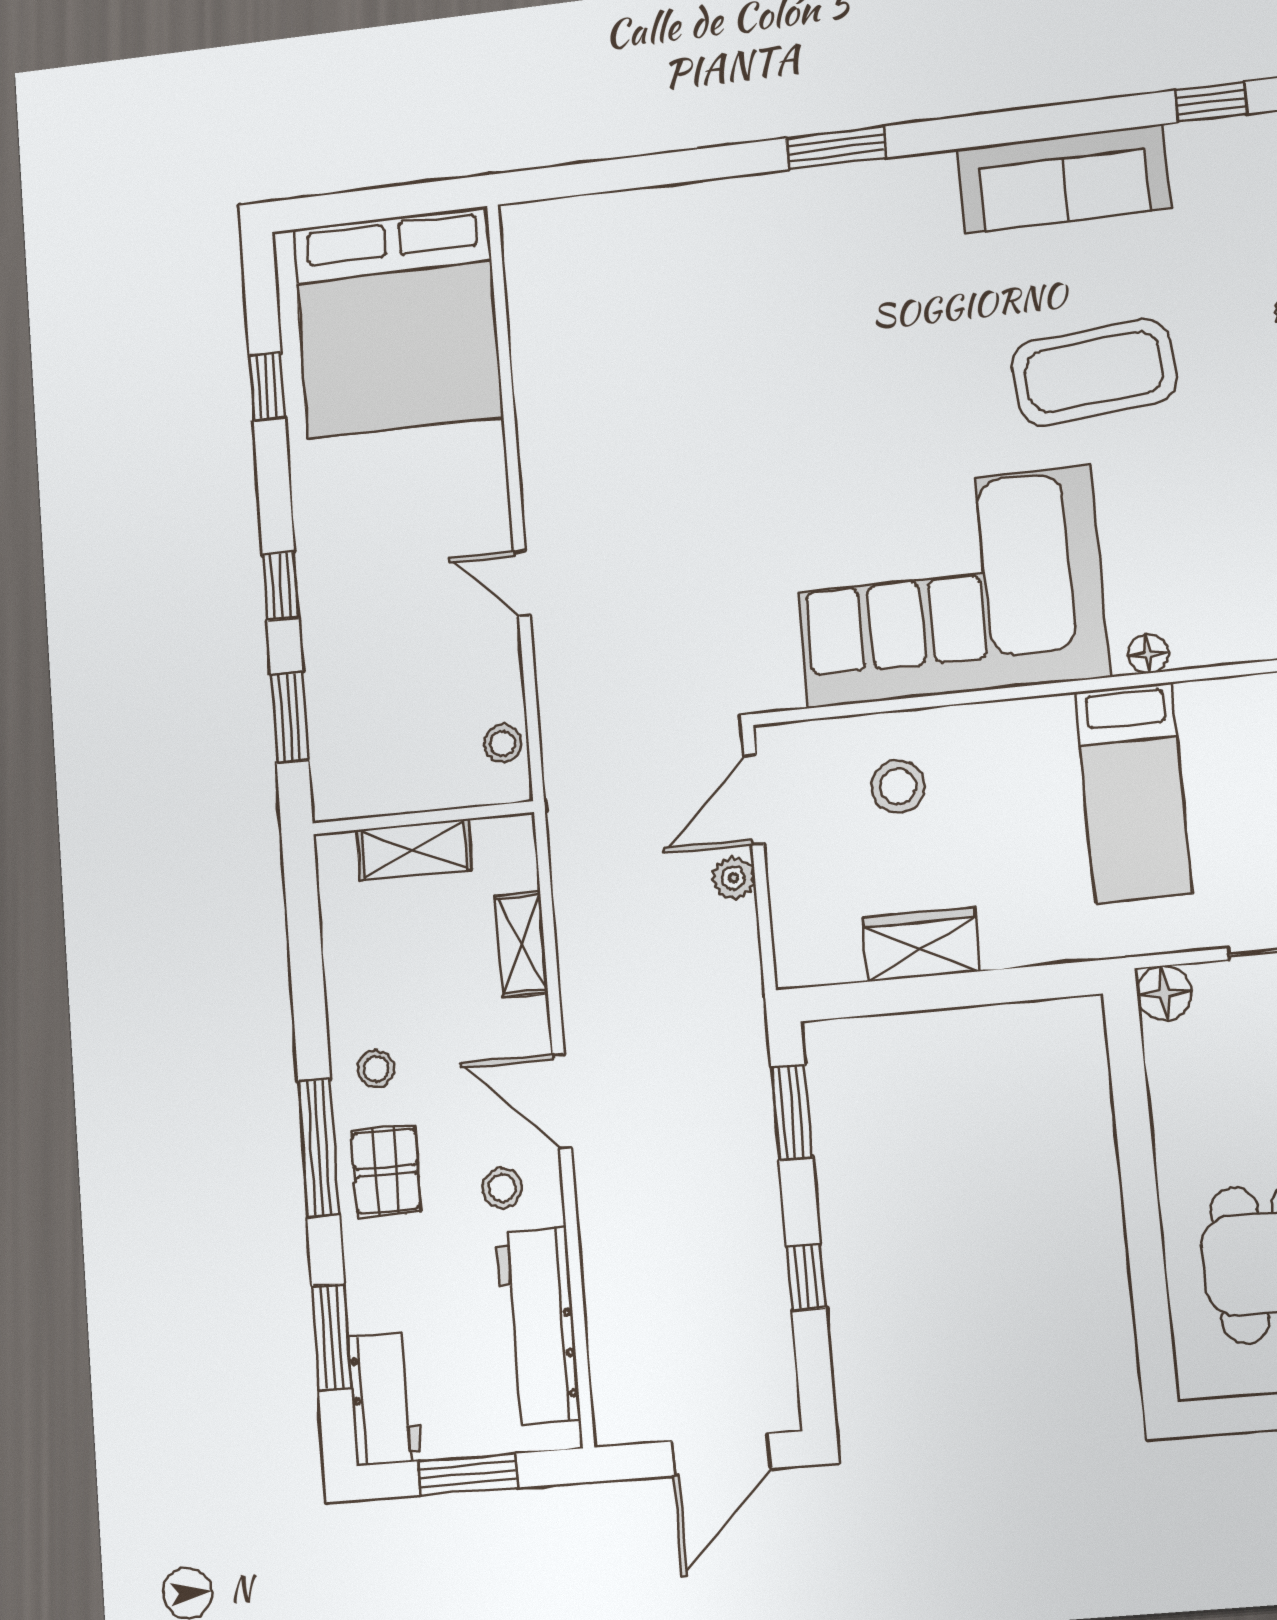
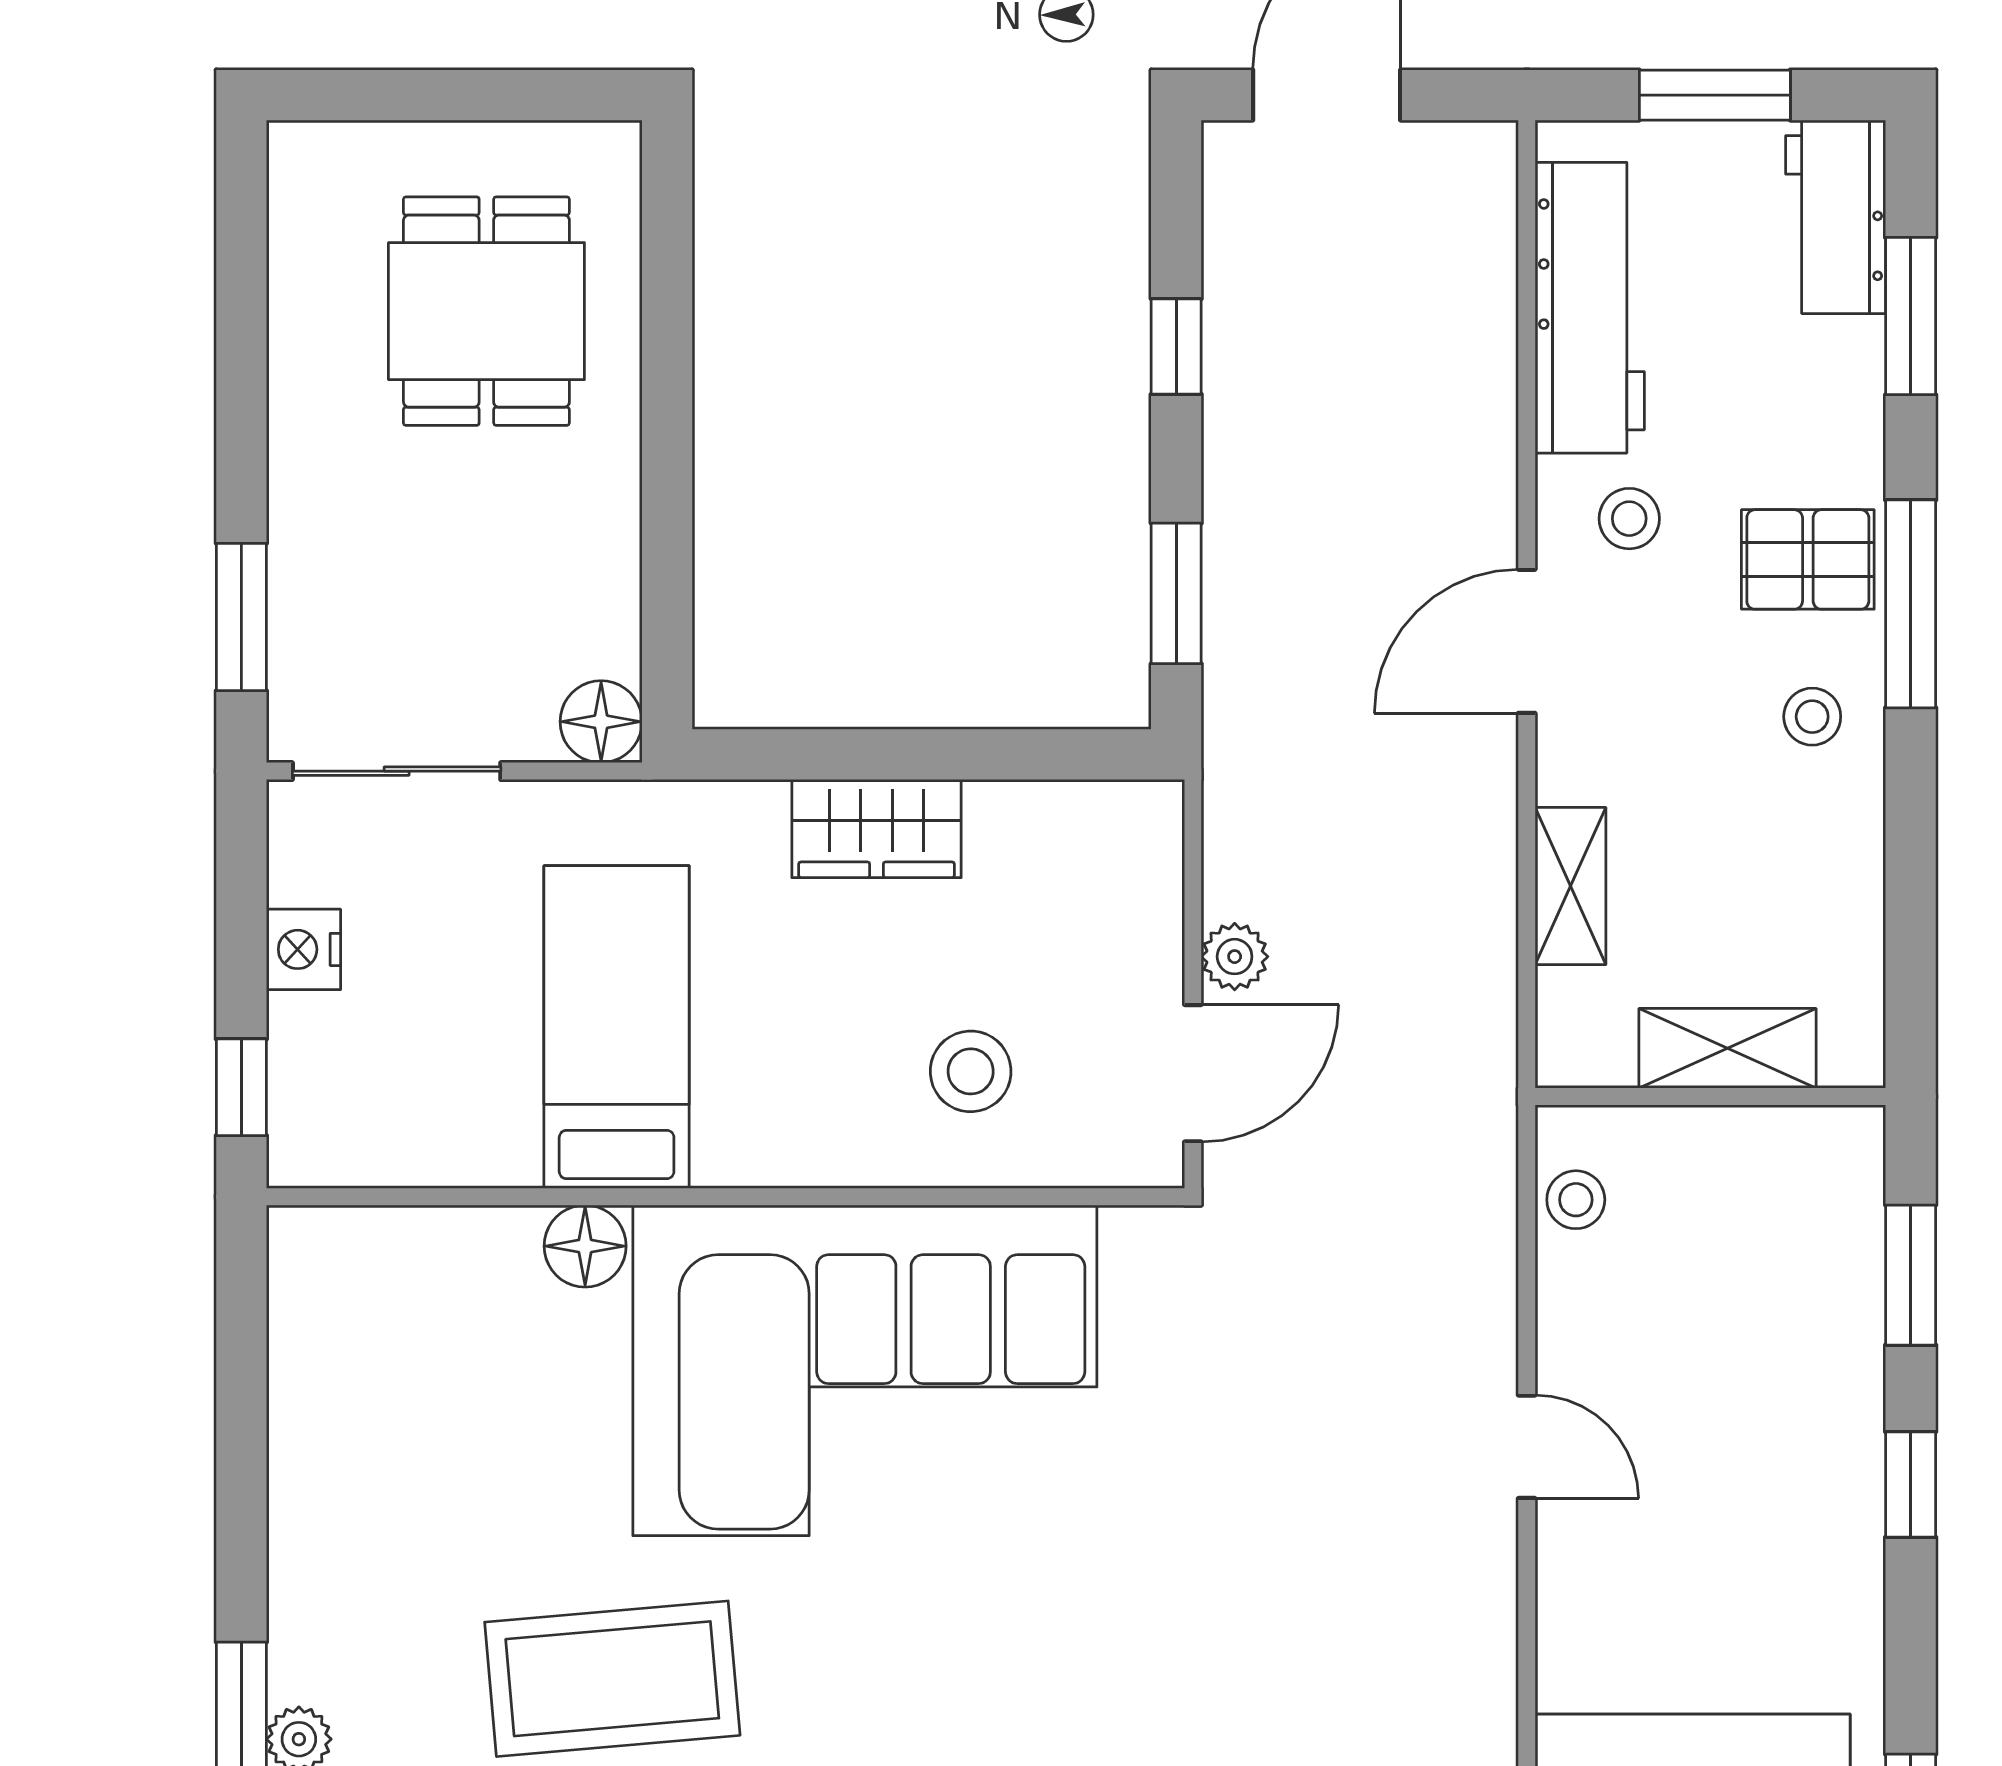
floor lamp: (1148, 654) -> (585, 1246), width x1.37, depth x1.37
wardrobe: (921, 944) -> (877, 829), moved
door: (562, 1101) -> (1527, 641), swing flipped
pallet: (386, 1171) -> (1808, 559), turned 90

